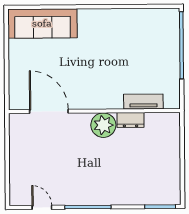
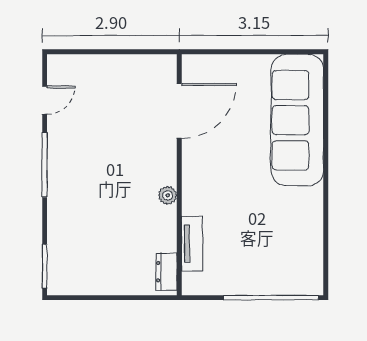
sofa: (42, 23) -> (297, 120), width x1.36, depth x1.27
dresser: (130, 120) -> (166, 272), moved
plant: (103, 125) -> (168, 195), width x0.53, depth x0.53

